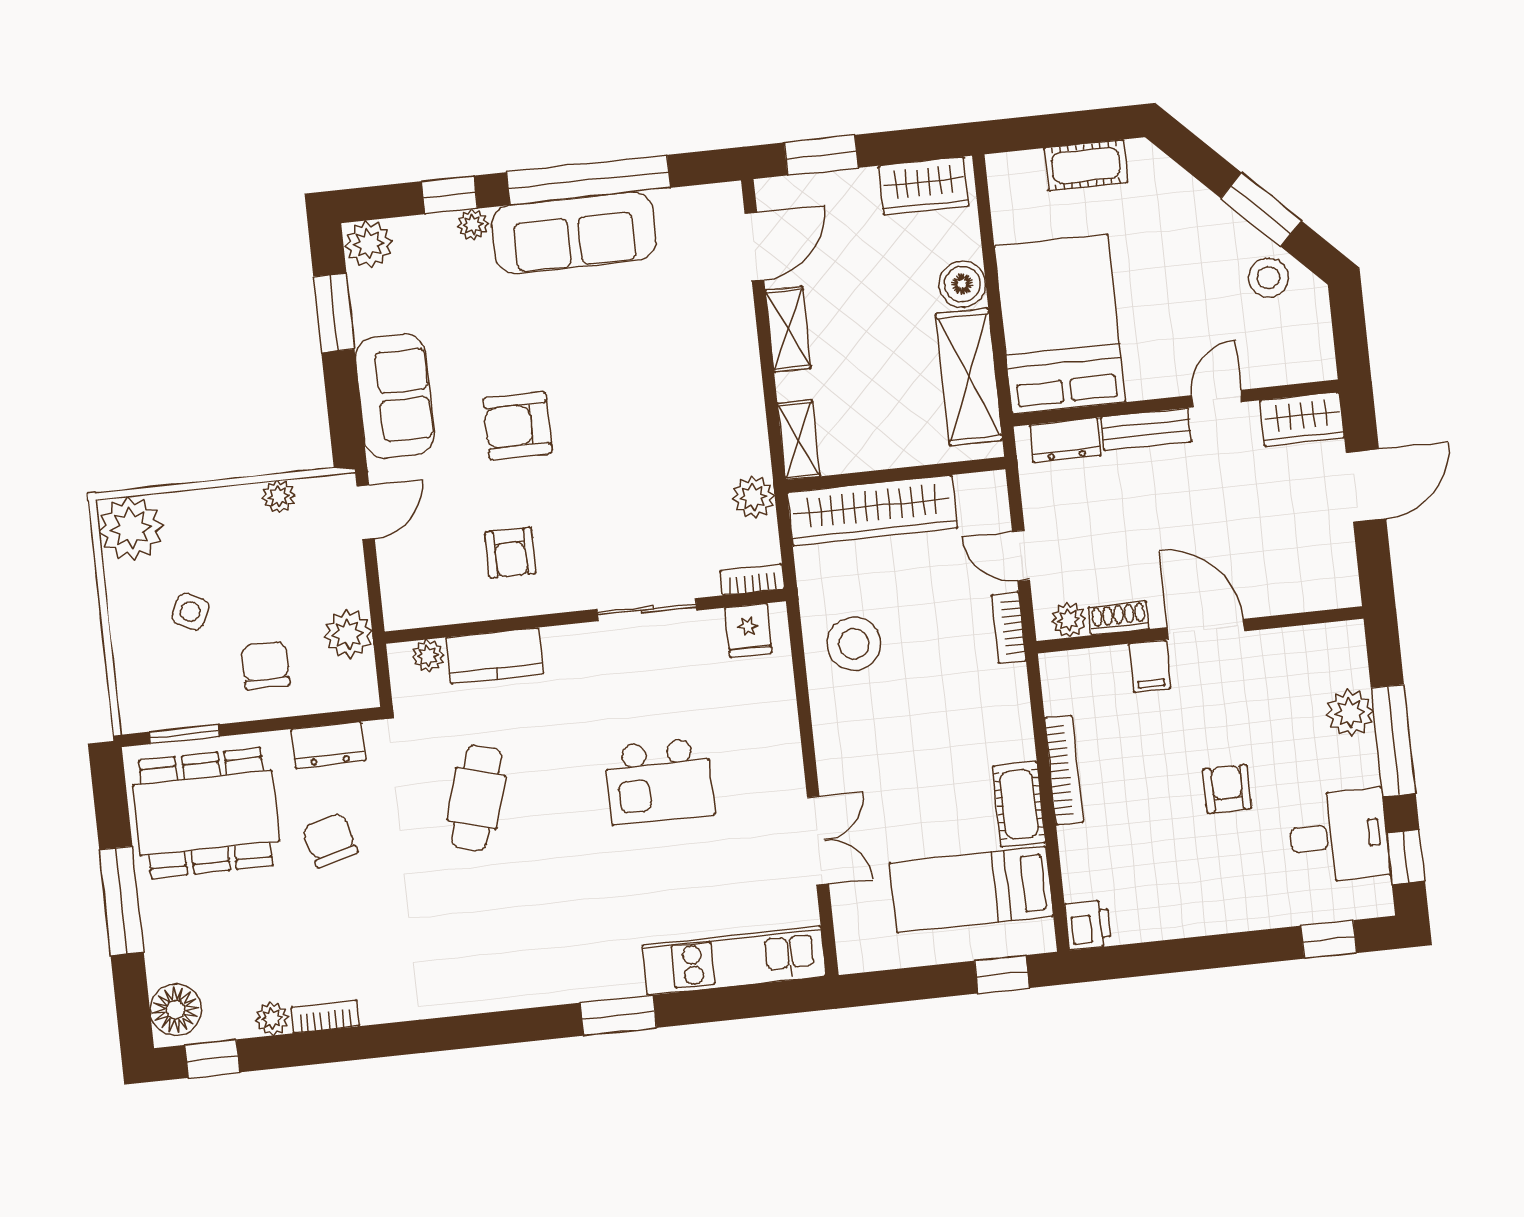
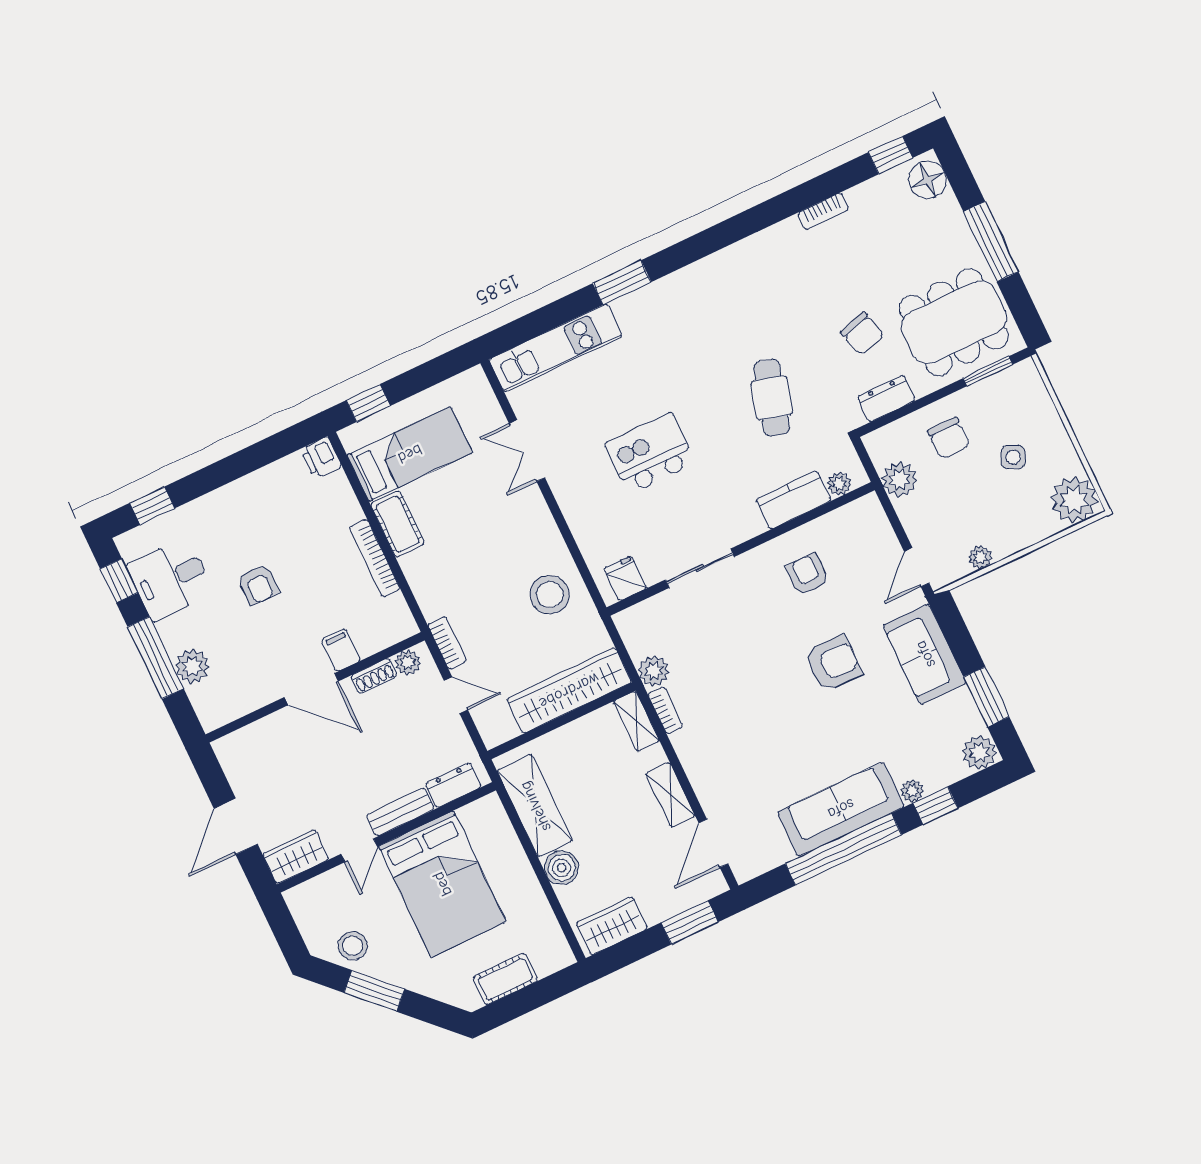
bed: (1060, 324) -> (442, 884), moved
bookcase: (752, 580) -> (665, 710), moved, turned -90
plant: (272, 1019) -> (859, 197), removed

